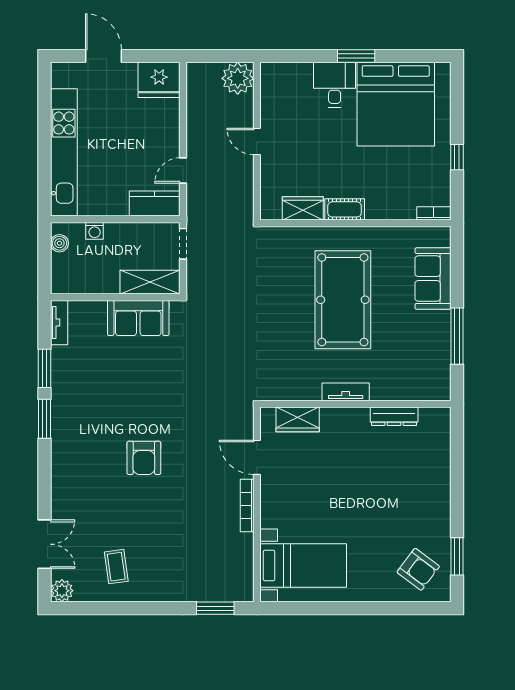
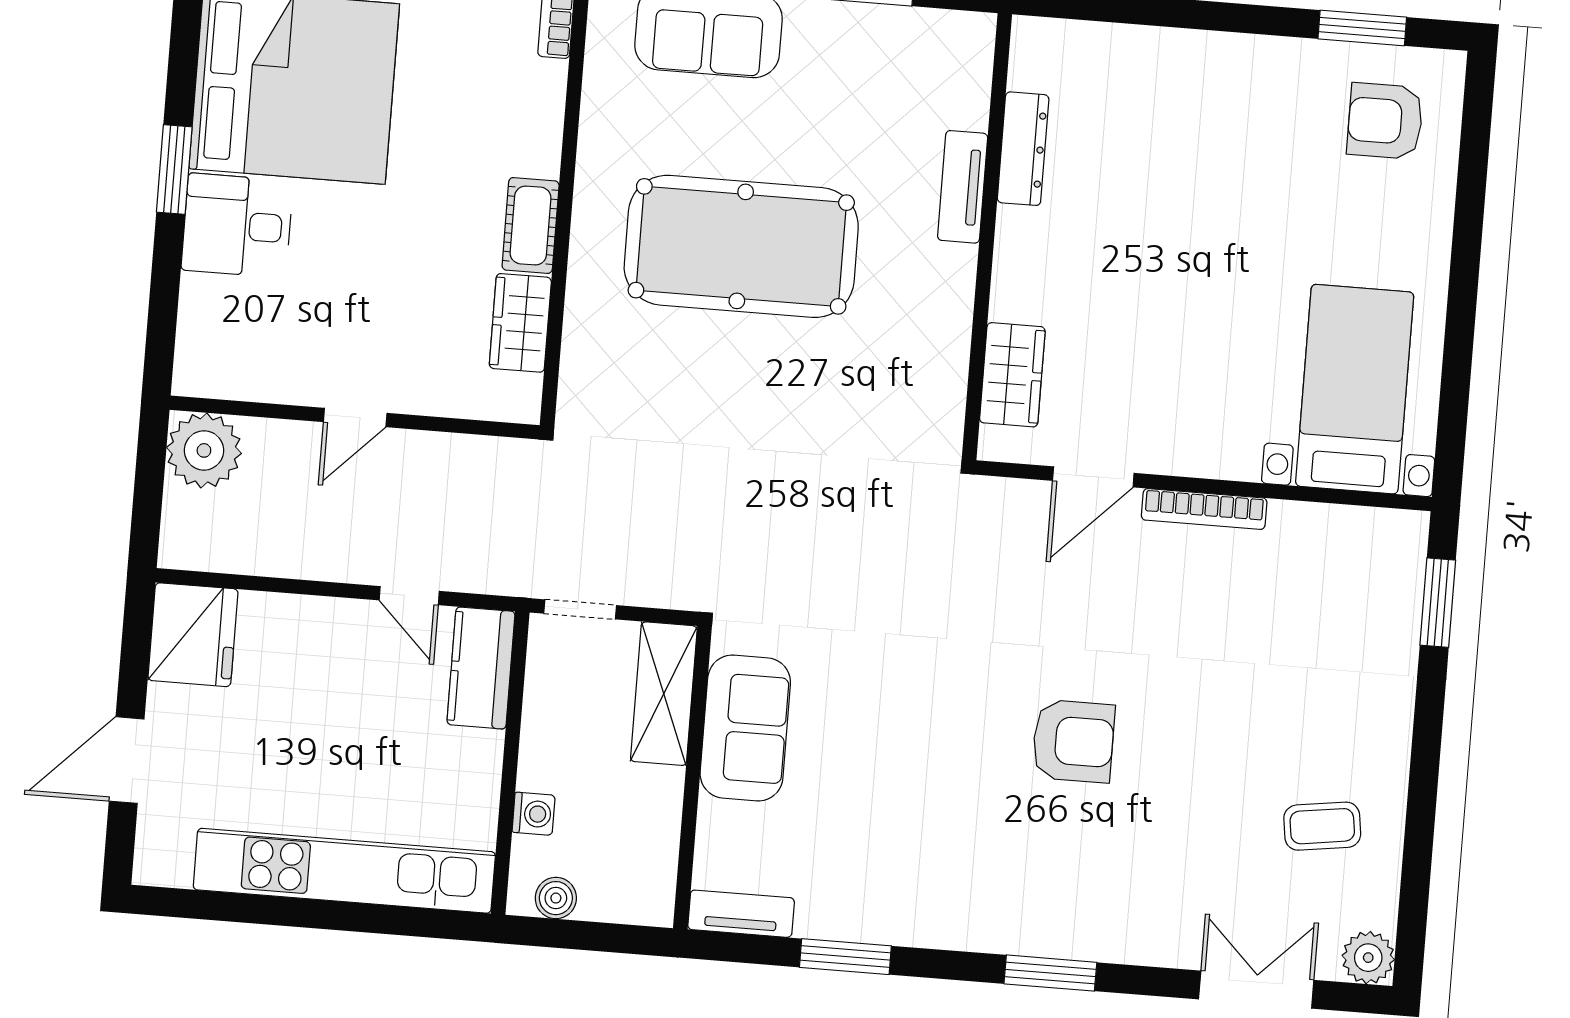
tv unit: (346, 392) -> (963, 187), moved
window: (45, 419) -> (1050, 973), moved
armchair: (418, 569) -> (1385, 121), turned -127

